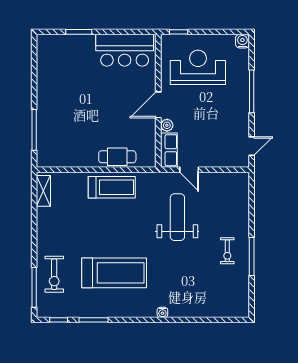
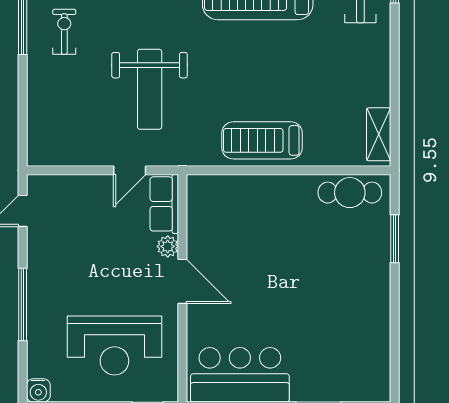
door: (158, 105) -> (182, 281), hinge flipped
window: (34, 130) -> (395, 239), width x0.69
cafe table: (117, 157) -> (350, 193), moved
door: (189, 170) -> (130, 170), swing flipped

